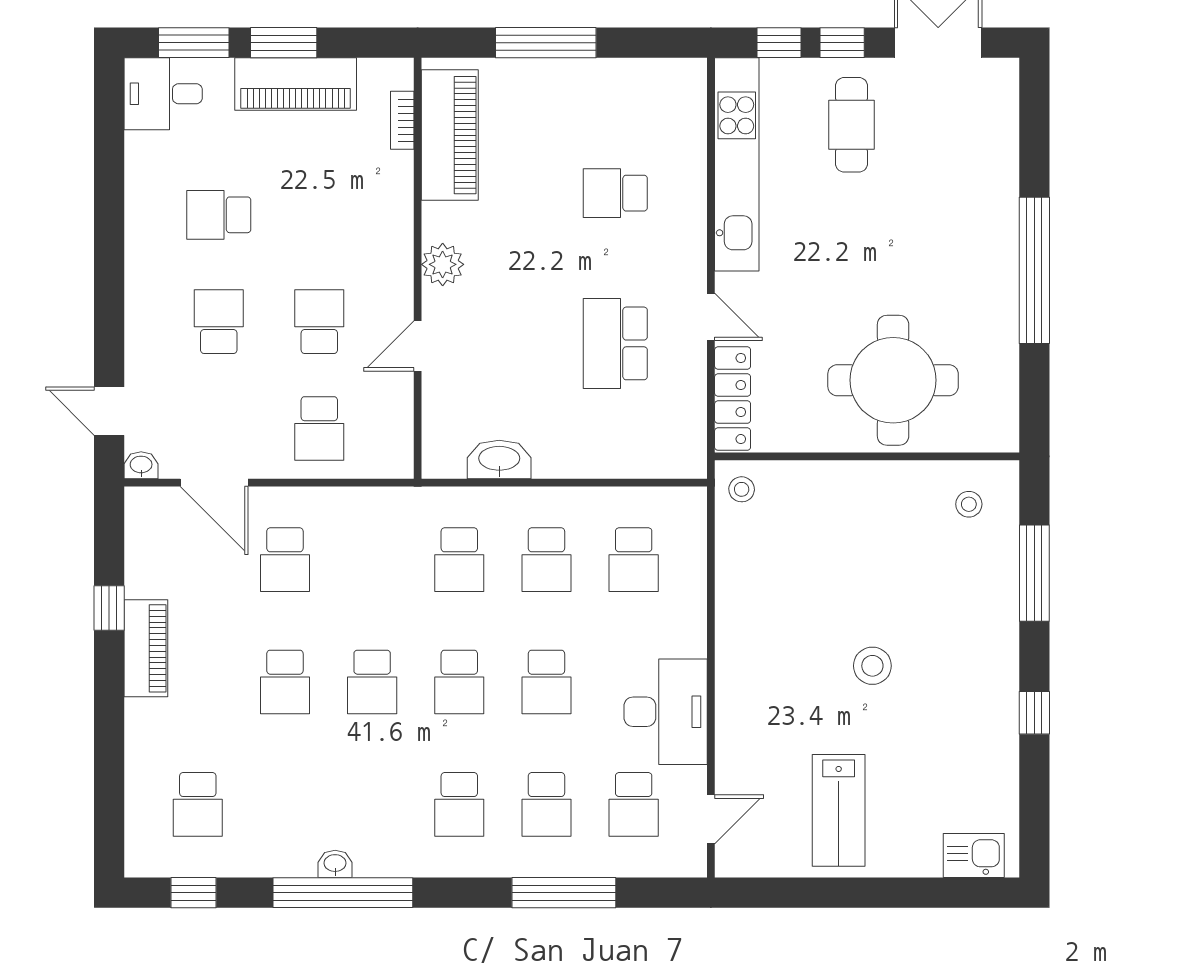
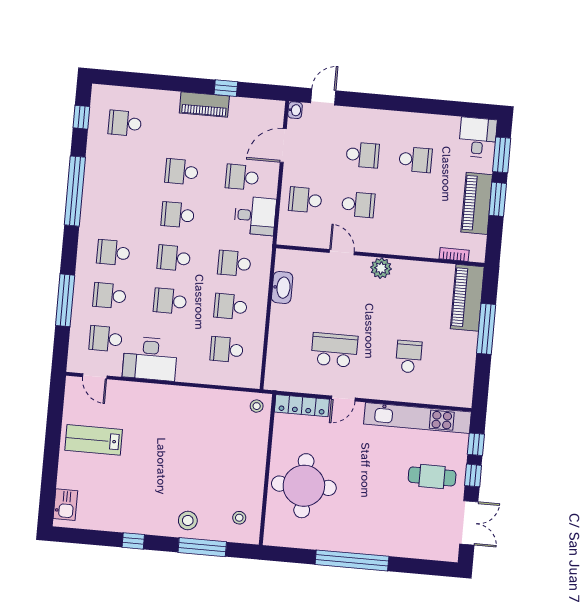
piano: (450, 135) -> (467, 298), moved, turned 90
school desk: (219, 215) -> (415, 160), turned 90
desk: (360, 527) -> (255, 216), added
stool: (872, 666) -> (188, 520), moved
washbasin: (335, 864) -> (89, 188), removed

